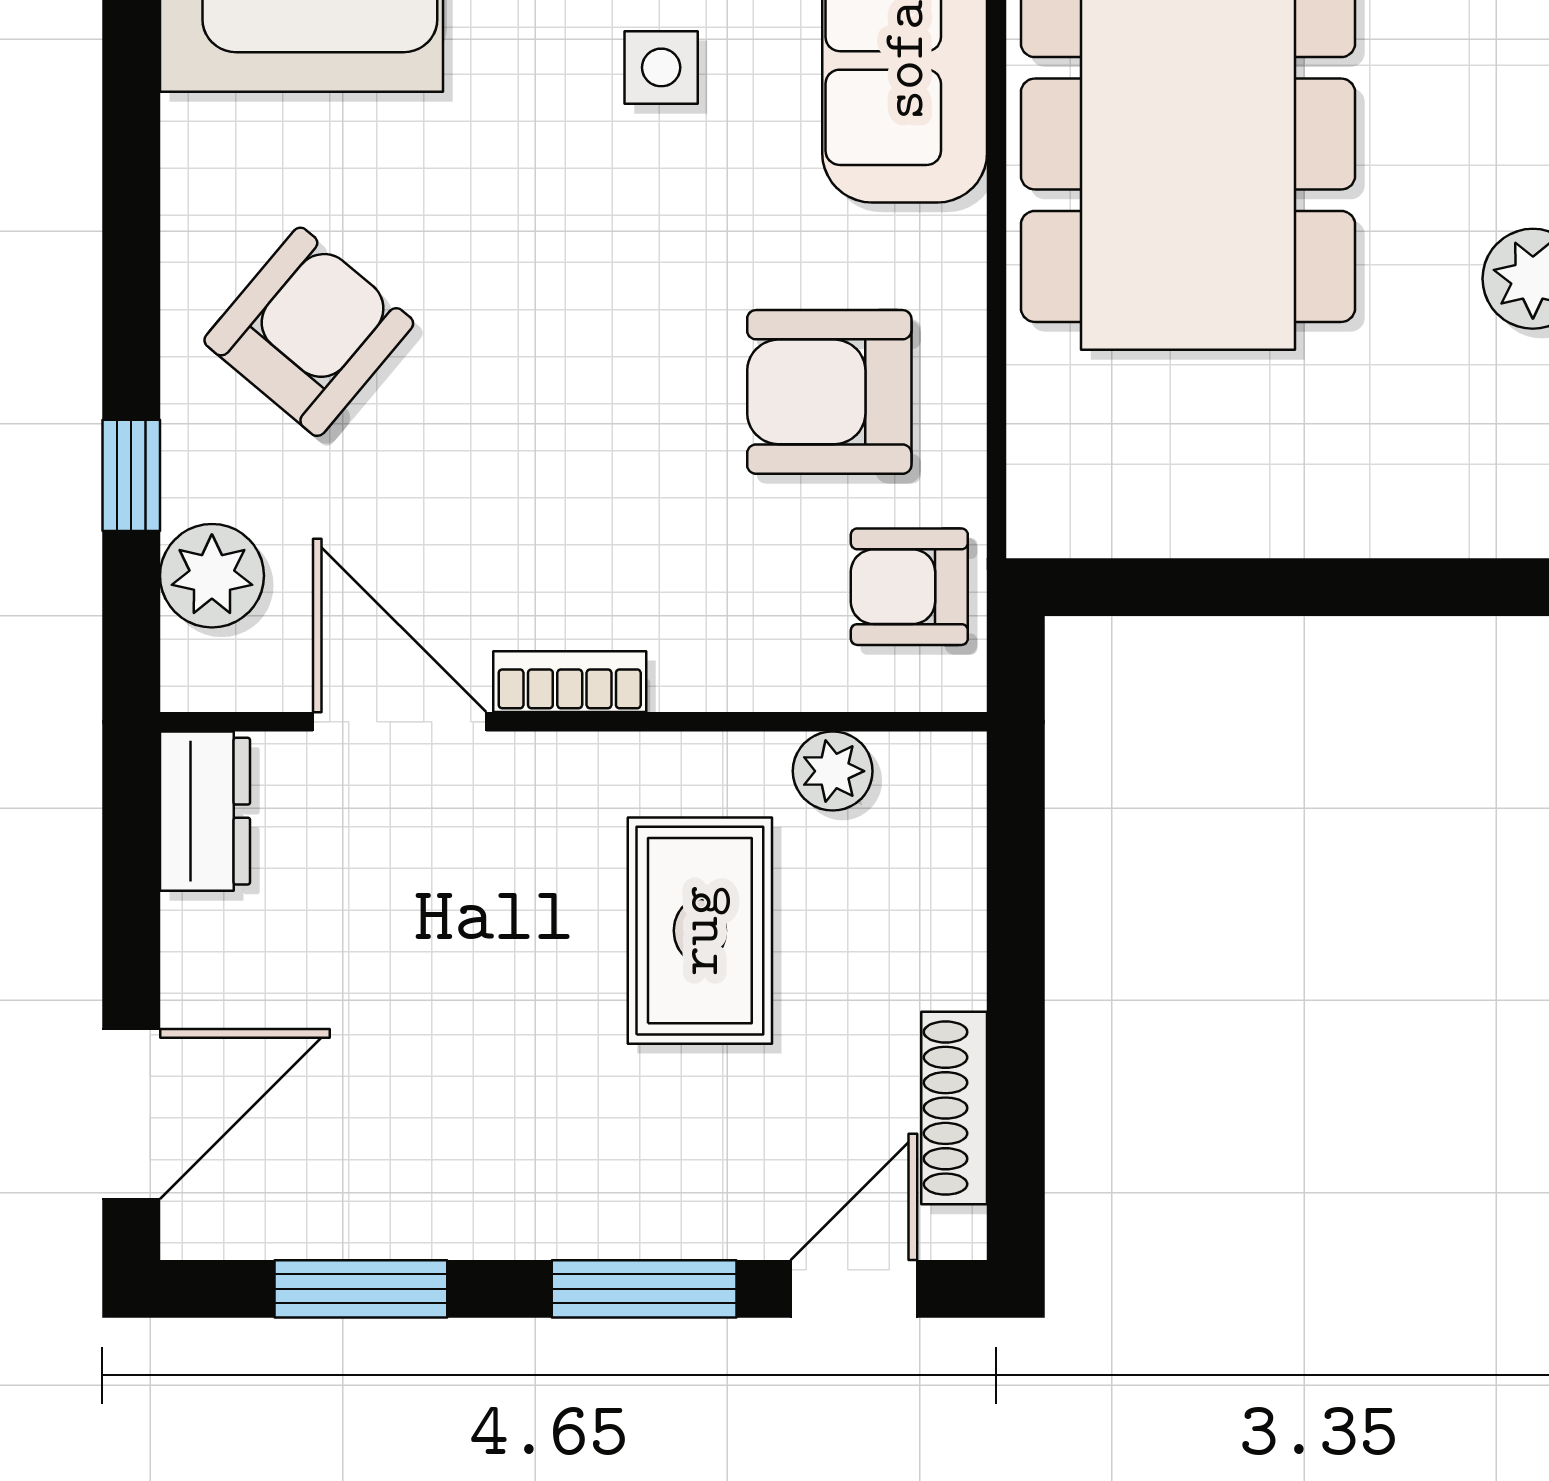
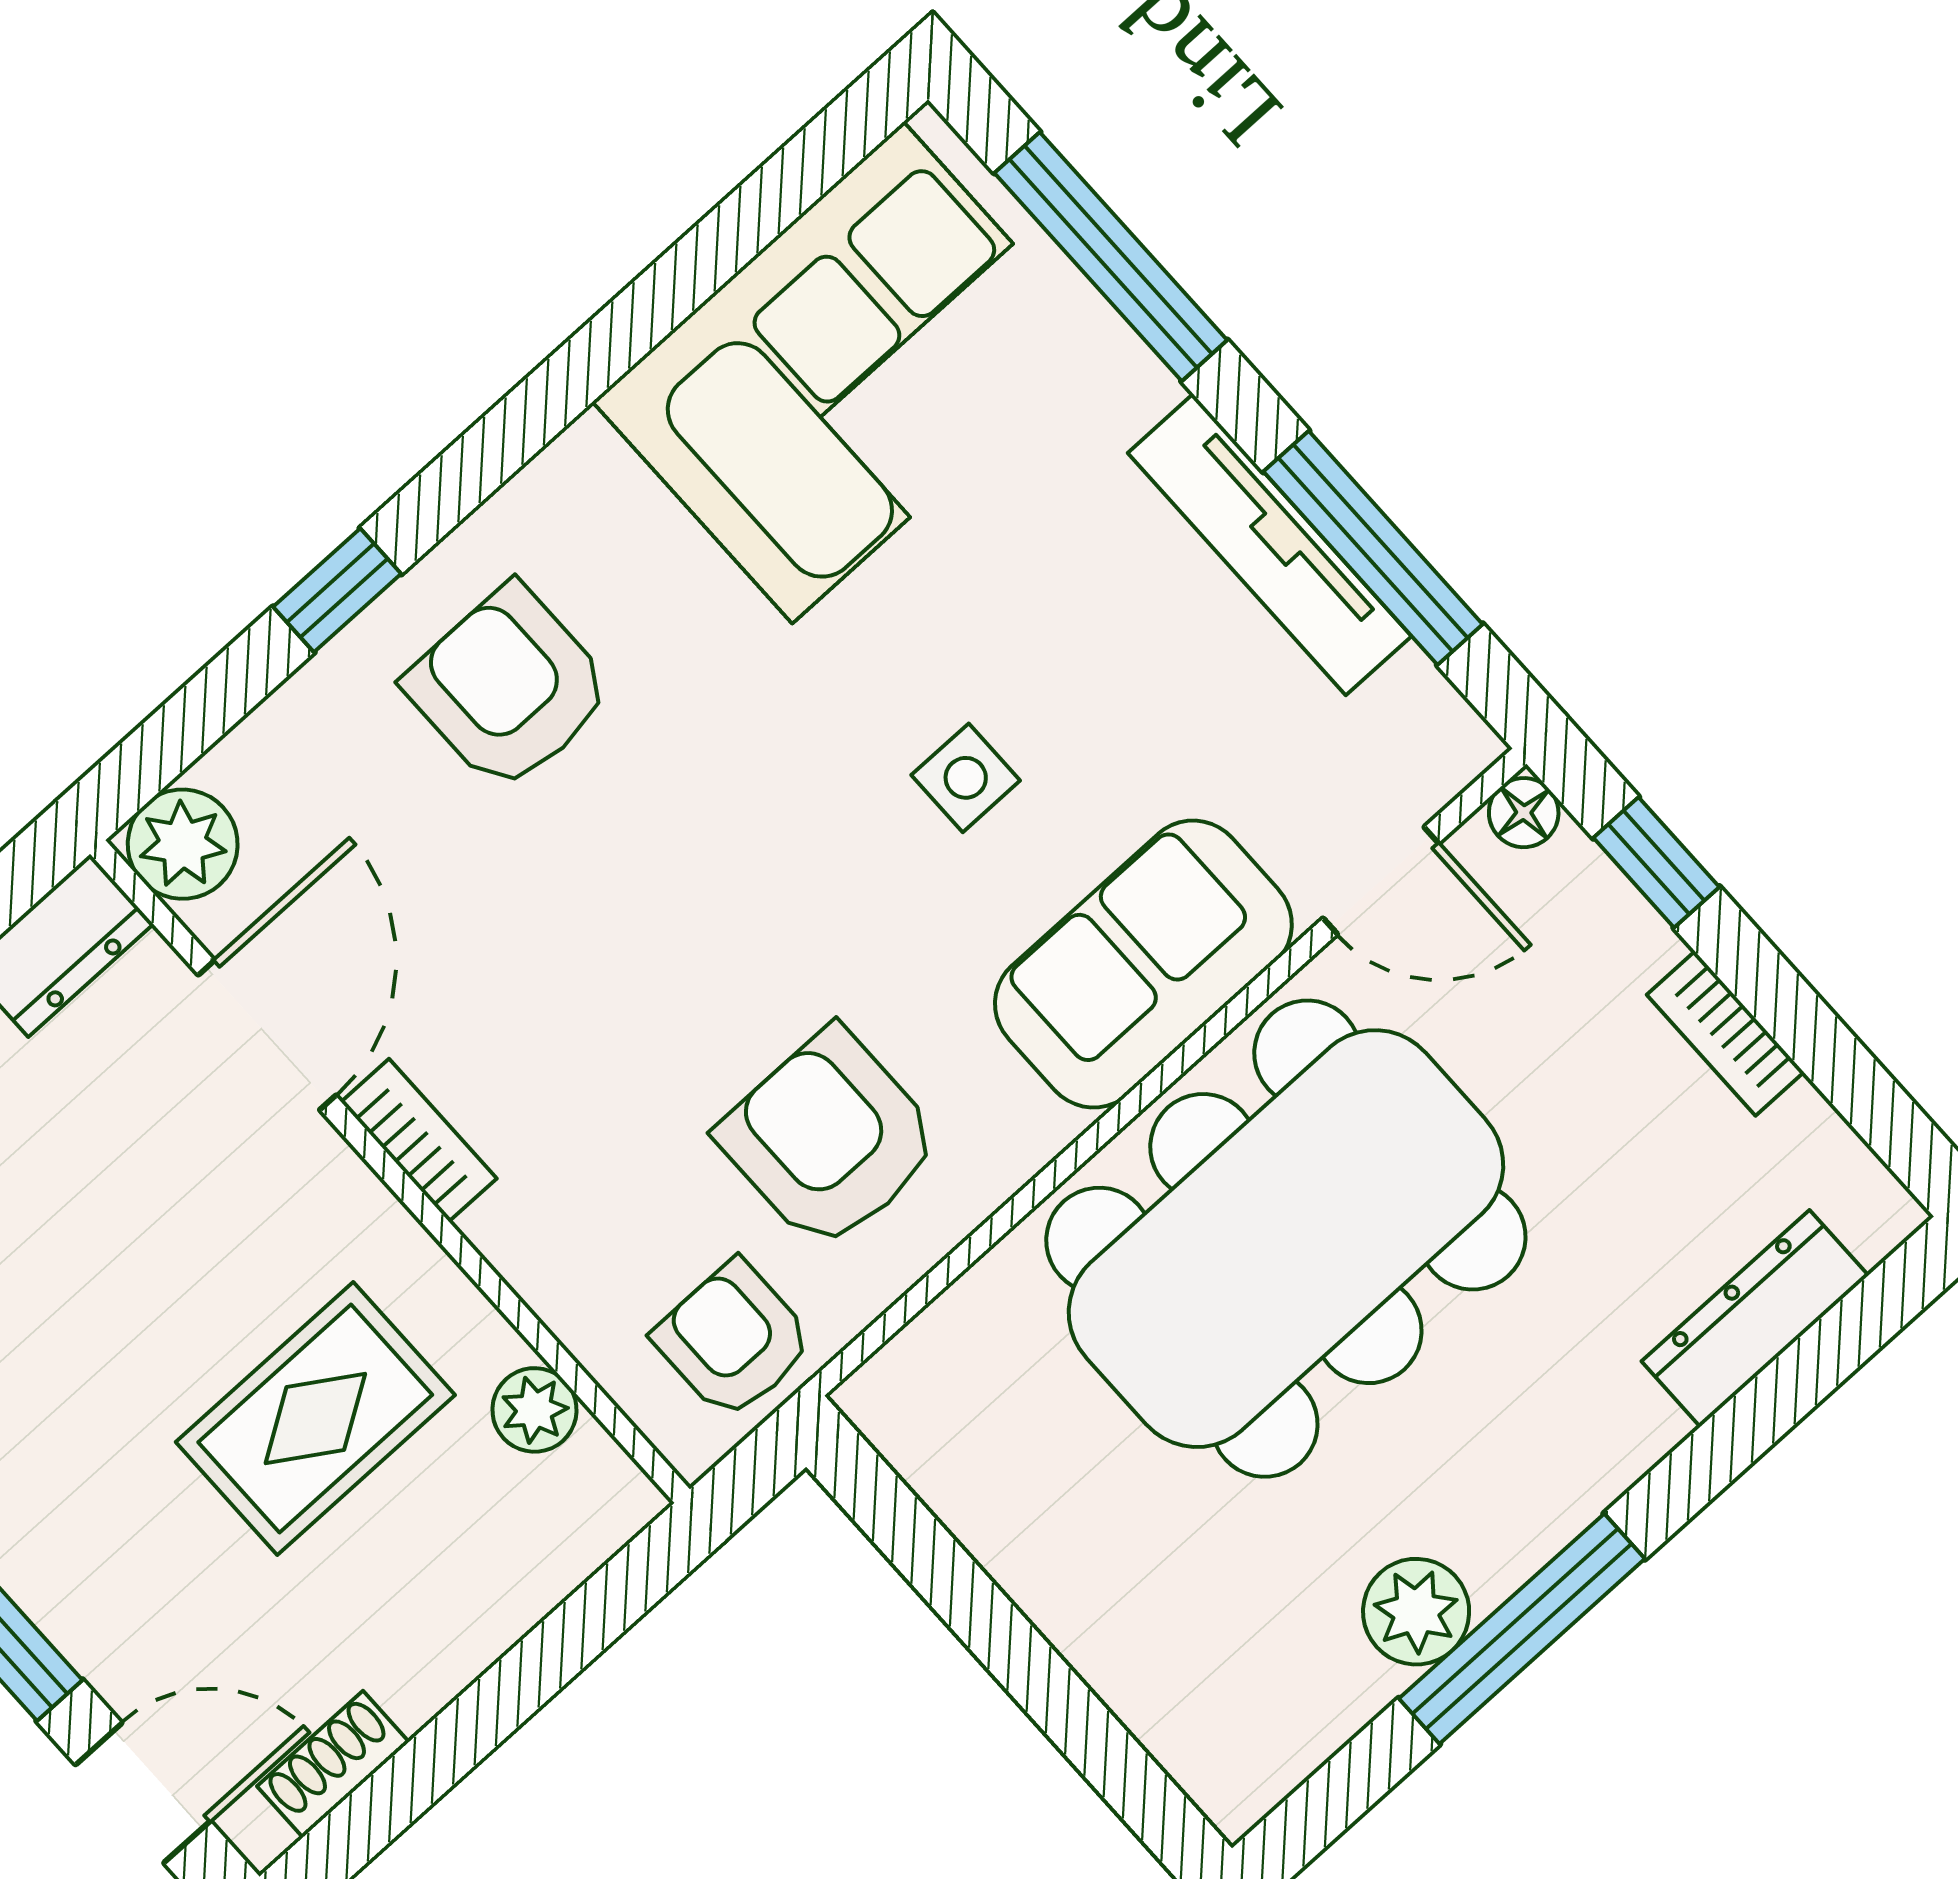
armchair: (309, 332) -> (509, 688), turned -130
window: (131, 475) -> (337, 590), moved
plant: (212, 576) -> (183, 844), moved
shoe rack: (954, 1108) -> (333, 1764), width x0.70

